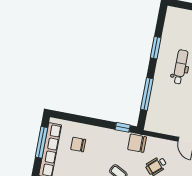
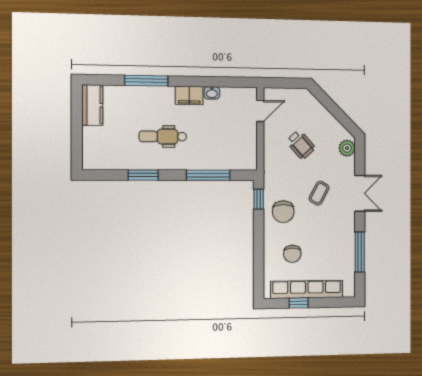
window: (41, 142) -> (299, 303), width x0.46
chair: (137, 143) -> (283, 212), moved

